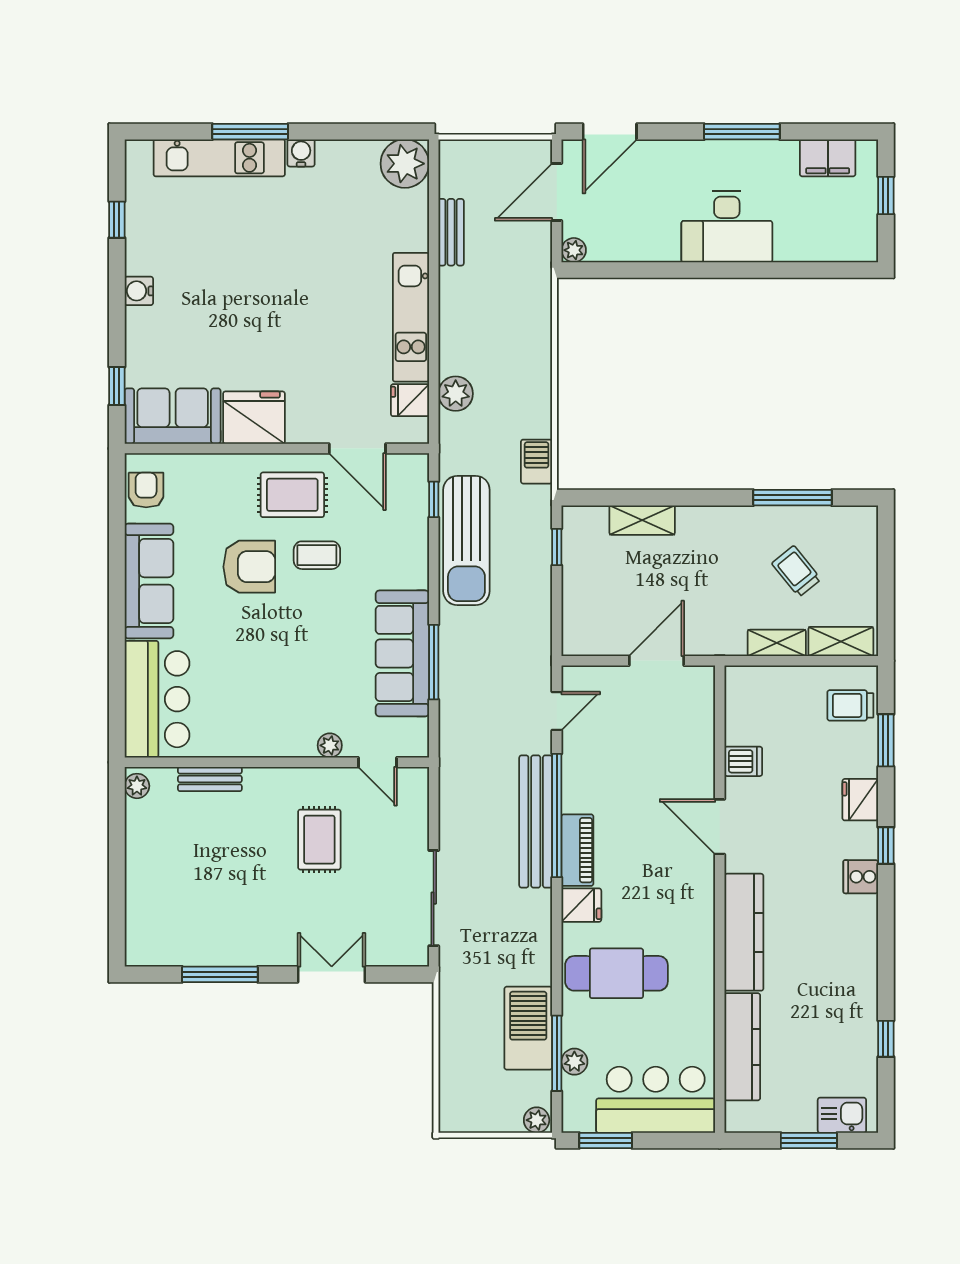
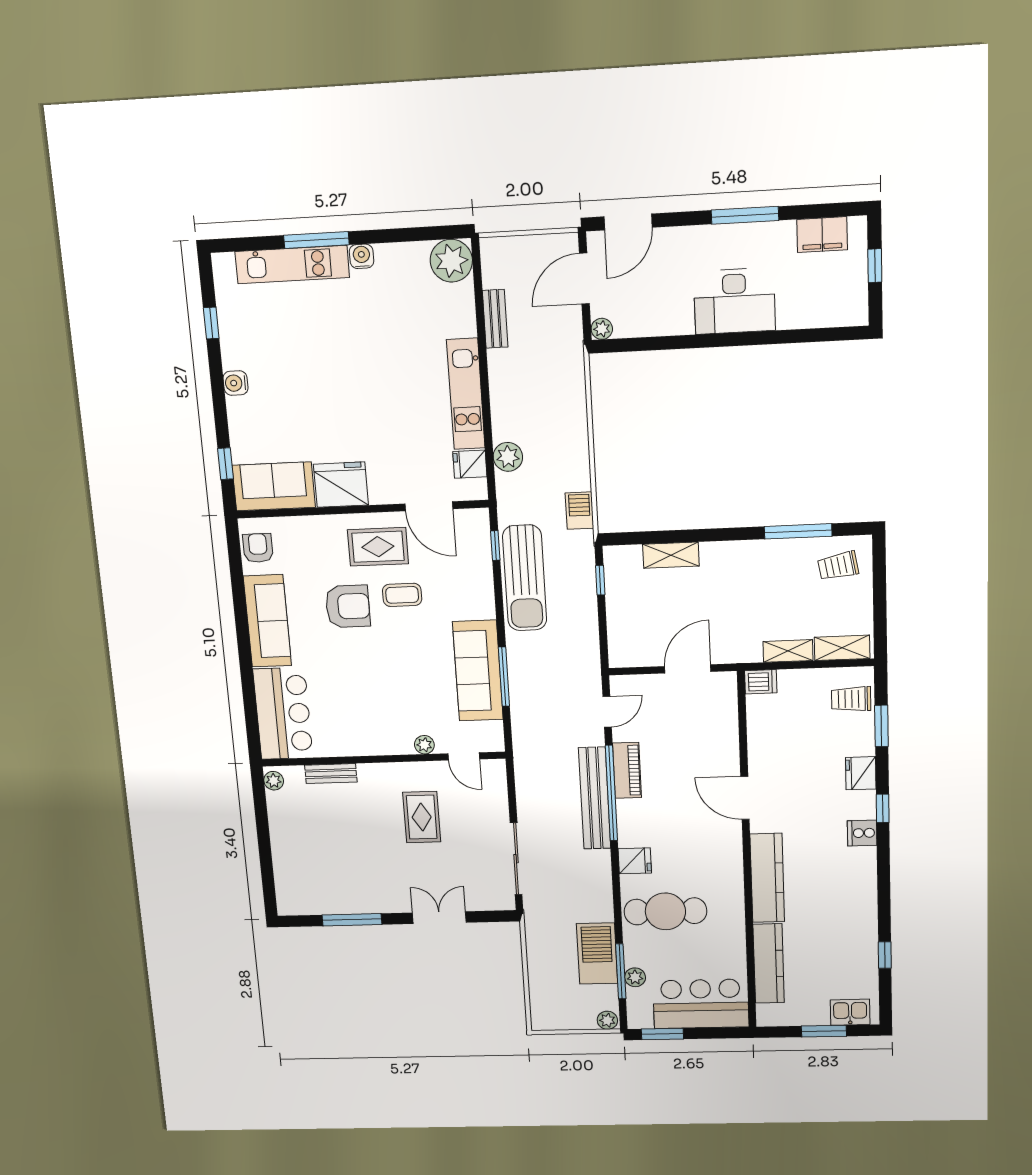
trolley: (796, 571) -> (838, 566), moved, turned -61
dishwasher: (743, 761) -> (761, 682), moved
piano: (577, 850) -> (627, 770), moved

